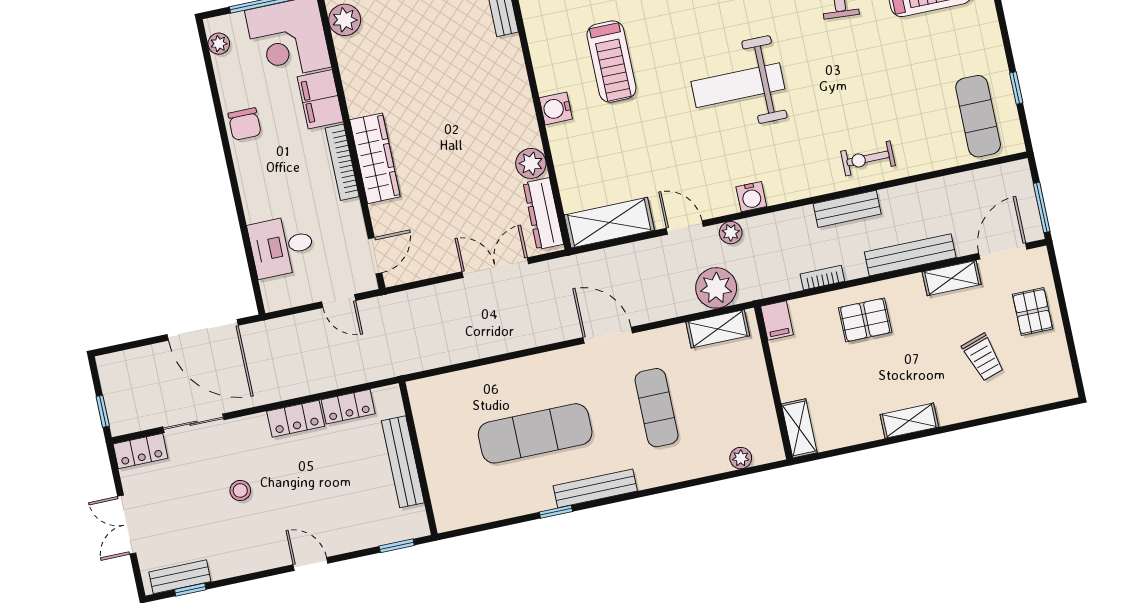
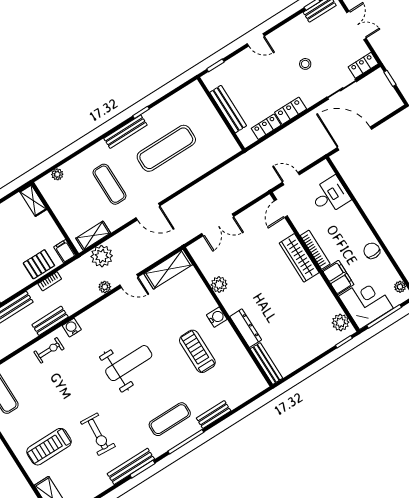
water cooler: (751, 197) -> (72, 328), moved
dresser: (543, 214) -> (246, 328), moved
pallet: (865, 320) -> (39, 264), moved

